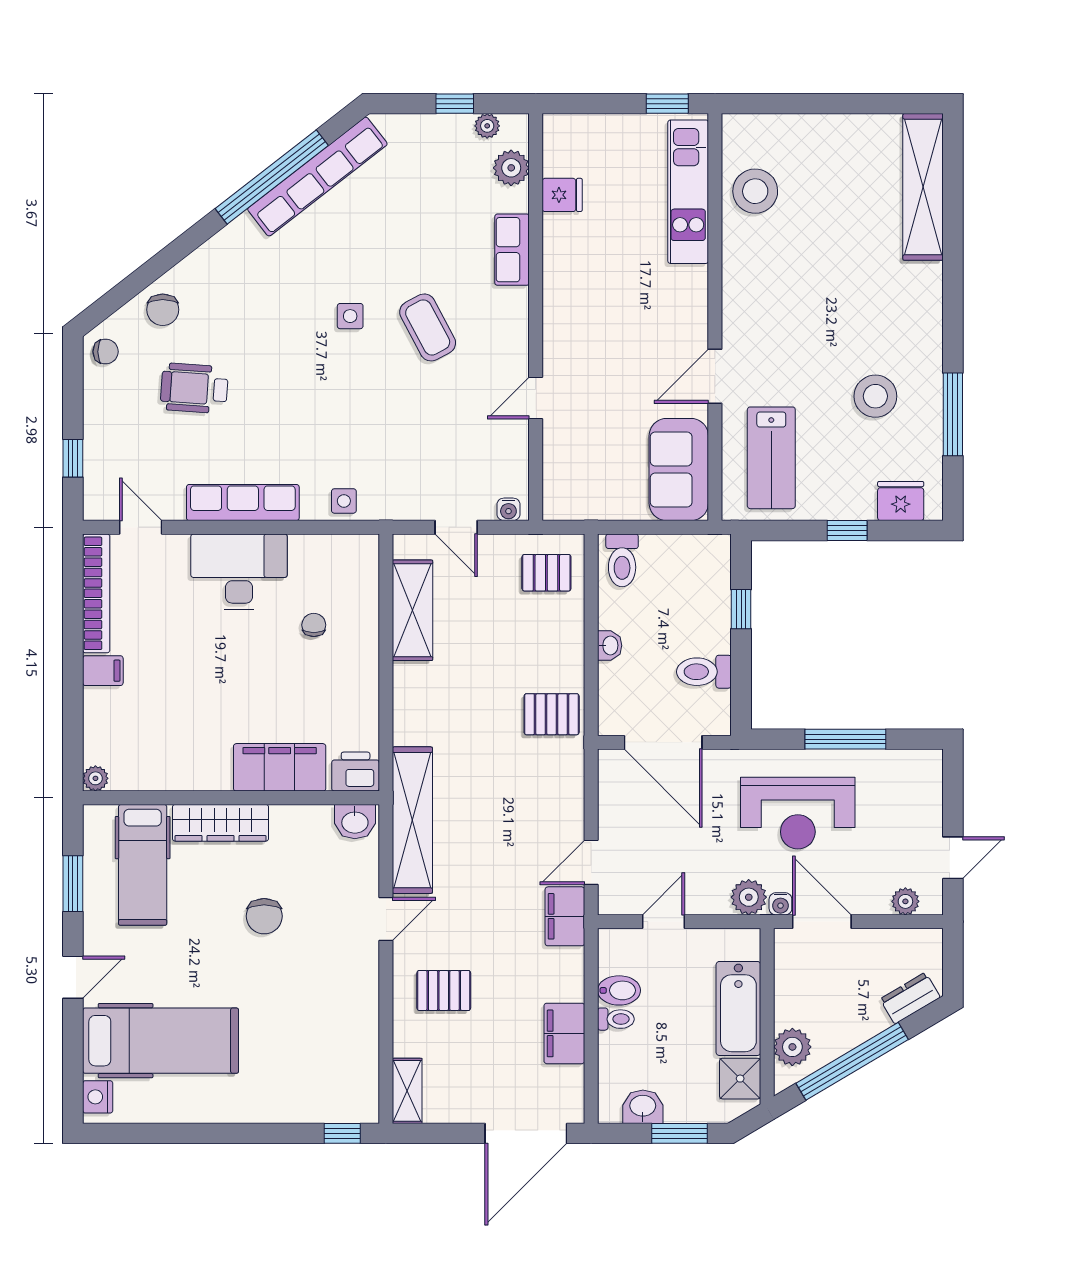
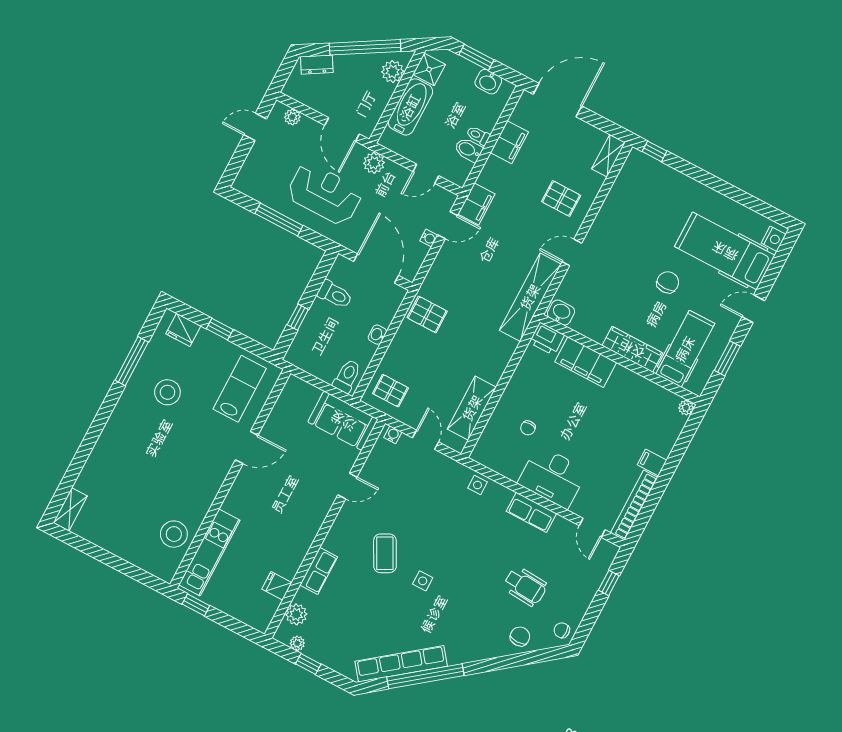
shelving: (923, 187) -> (70, 509), width x0.45, depth x0.75
sofa: (679, 470) -> (343, 421), moved, turned 90
row of seats: (243, 503) -> (531, 512), width x0.68
water cooler: (780, 904) -> (429, 238), moved, turned 90
chair: (264, 916) -> (668, 282), moved

